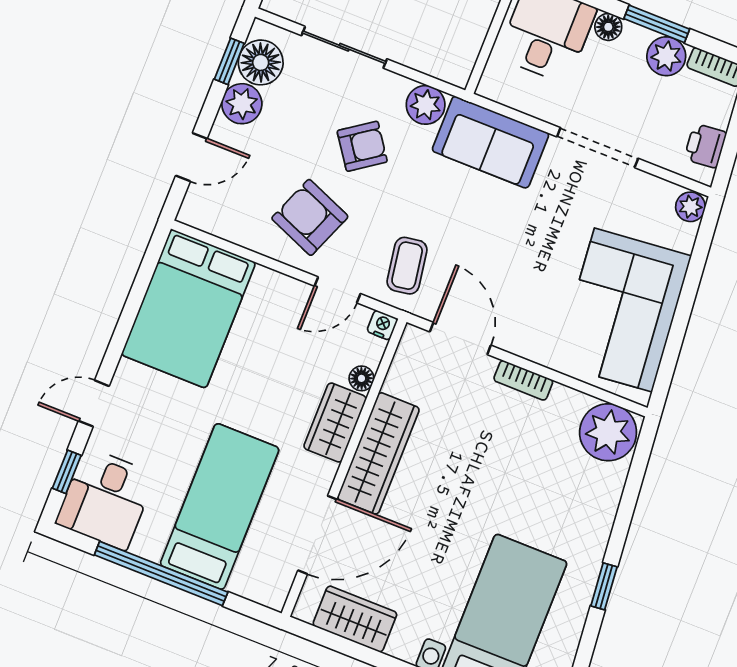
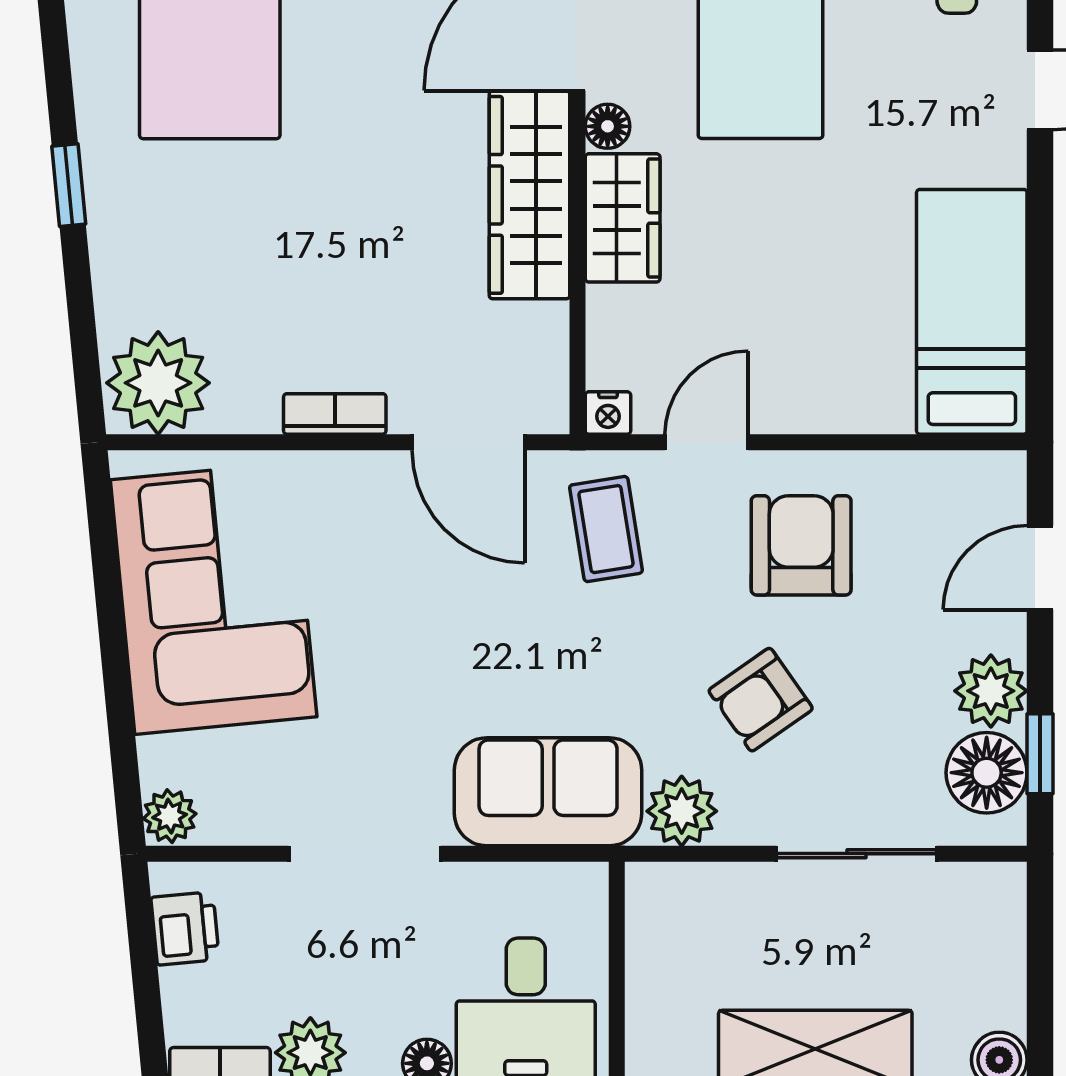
armchair: (310, 217) -> (801, 545), turned -112
bed: (188, 309) -> (972, 312), width x0.67
floor lamp: (361, 378) -> (608, 126), moved
window: (604, 586) -> (69, 185), moved

